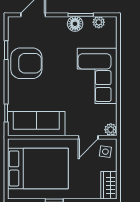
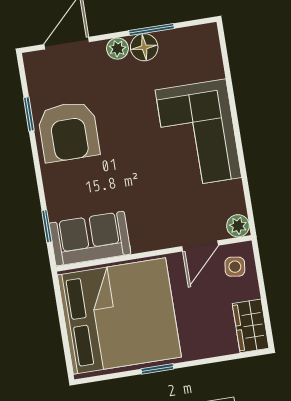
plant: (99, 22) -> (117, 49), moved
armchair: (26, 63) -> (69, 132), turned 90
sofa: (36, 124) -> (90, 239), width x0.73
bed: (38, 168) -> (119, 316), width x1.36

